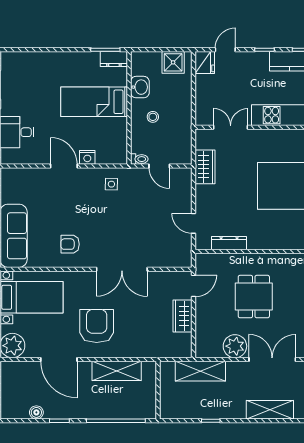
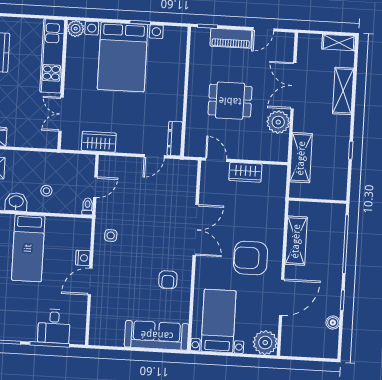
dresser: (229, 243) -> (175, 139), moved

